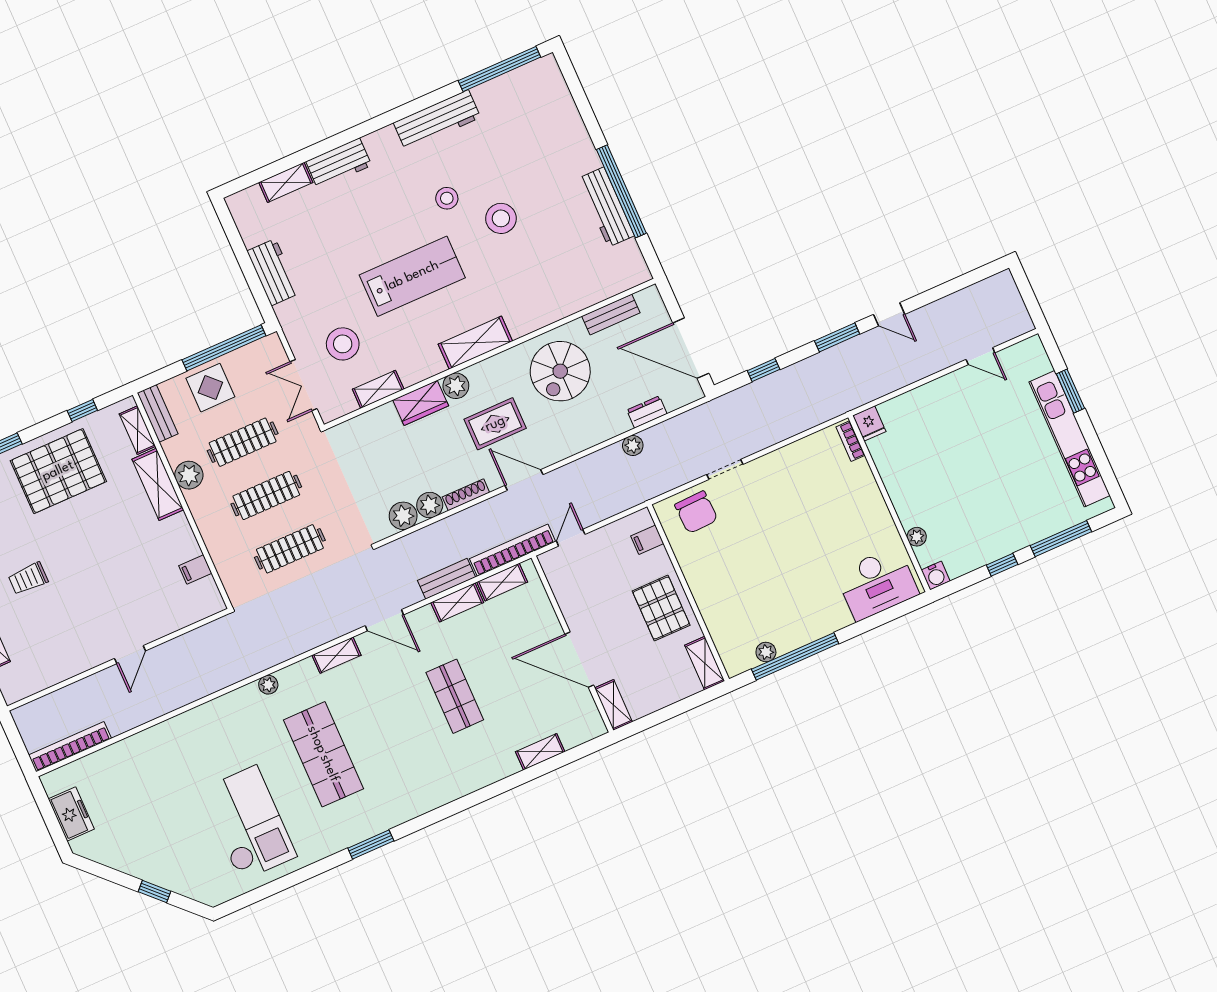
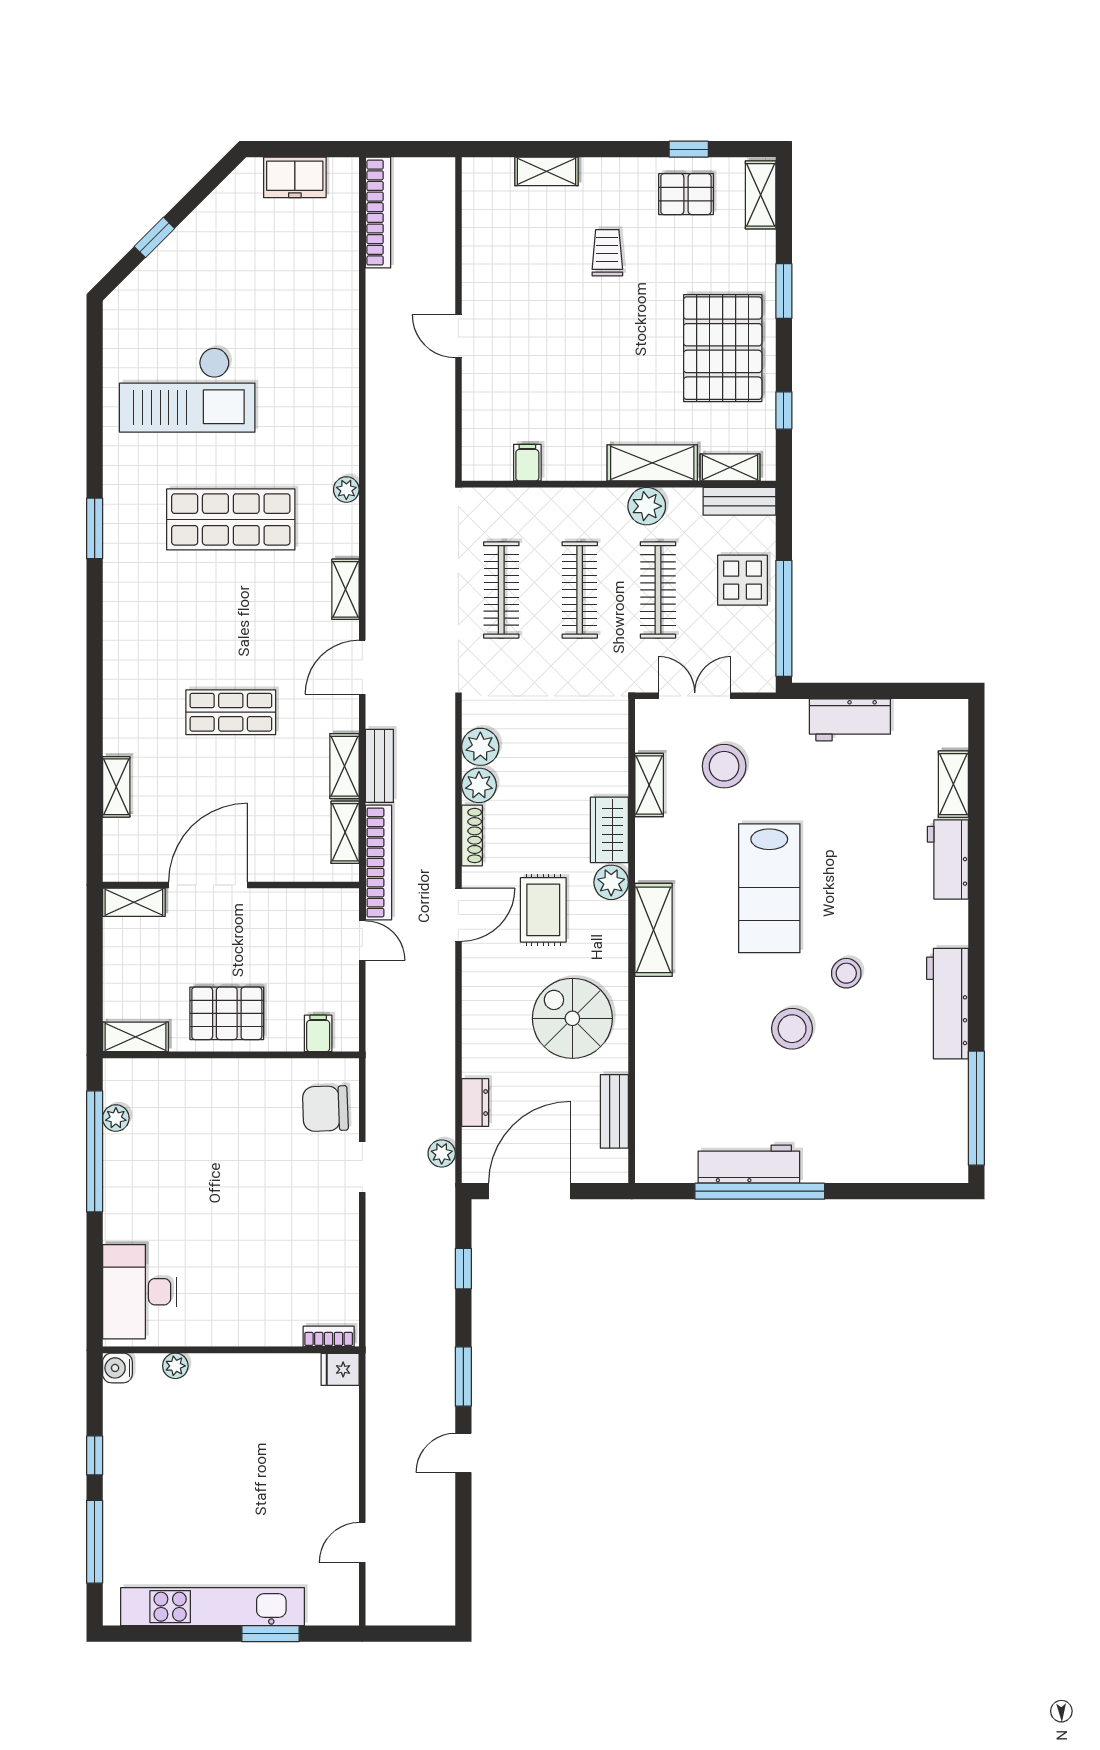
plant: (633, 445) -> (442, 1153), moved

